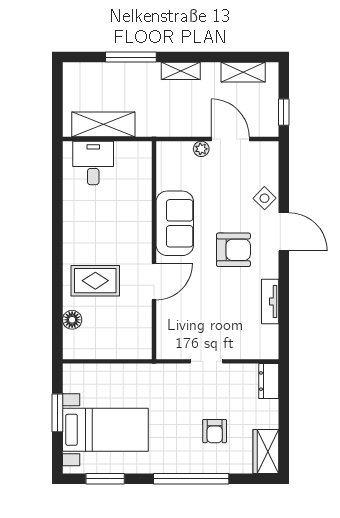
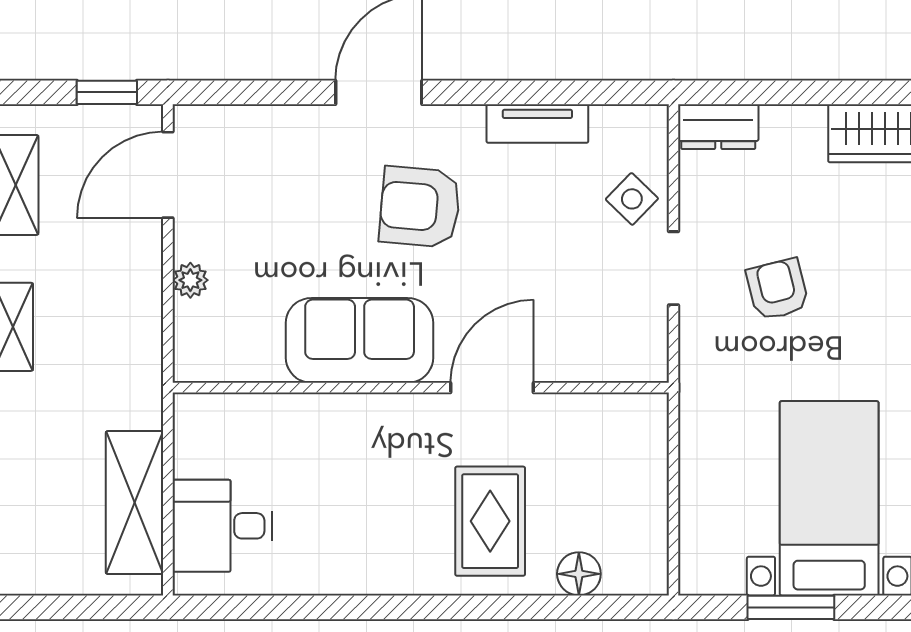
door: (230, 139) -> (168, 175), moved
side table: (264, 198) -> (632, 199), moved
armchair: (233, 250) -> (420, 207), turned -85
door: (154, 282) -> (492, 388), hinge flipped
armchair: (215, 431) -> (778, 289), moved, turned -104

